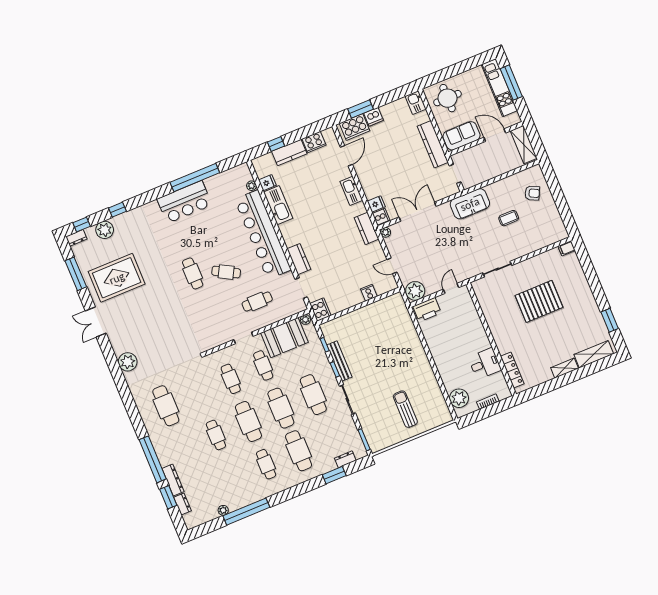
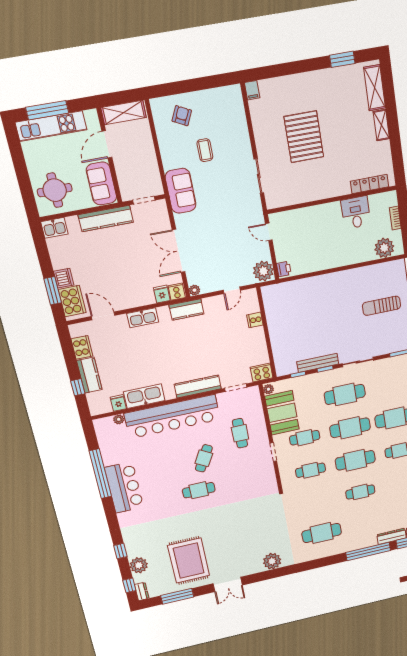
kitchen counter: (299, 259) -> (198, 386), width x1.50
printer: (427, 310) -> (284, 269), width x0.53, depth x0.68

